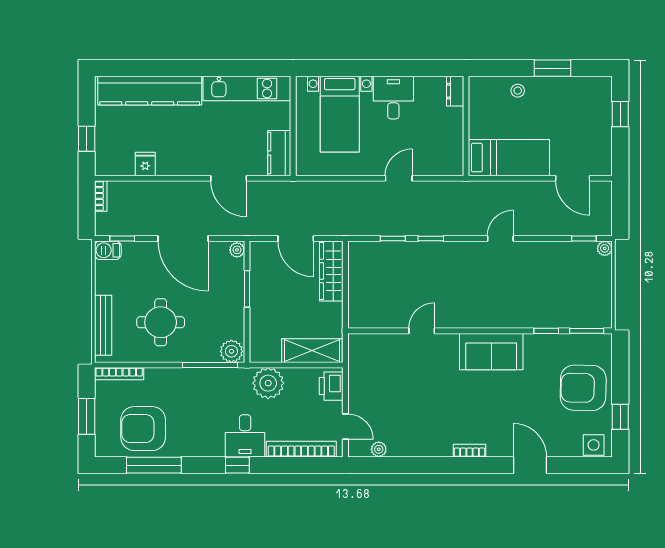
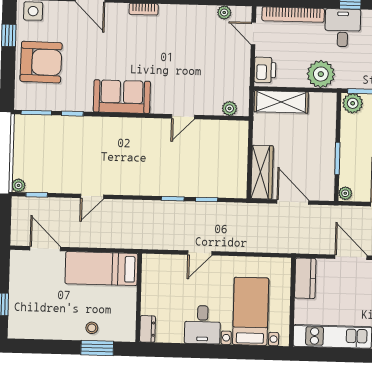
window: (553, 68) -> (97, 348), moved
door: (500, 238) -> (92, 196), moved
plant: (370, 342) -> (230, 108), added

